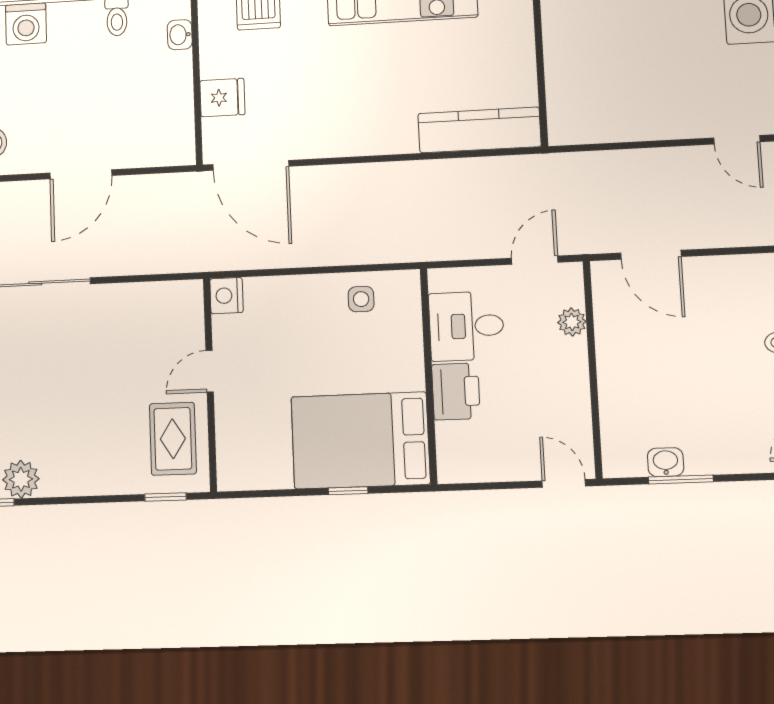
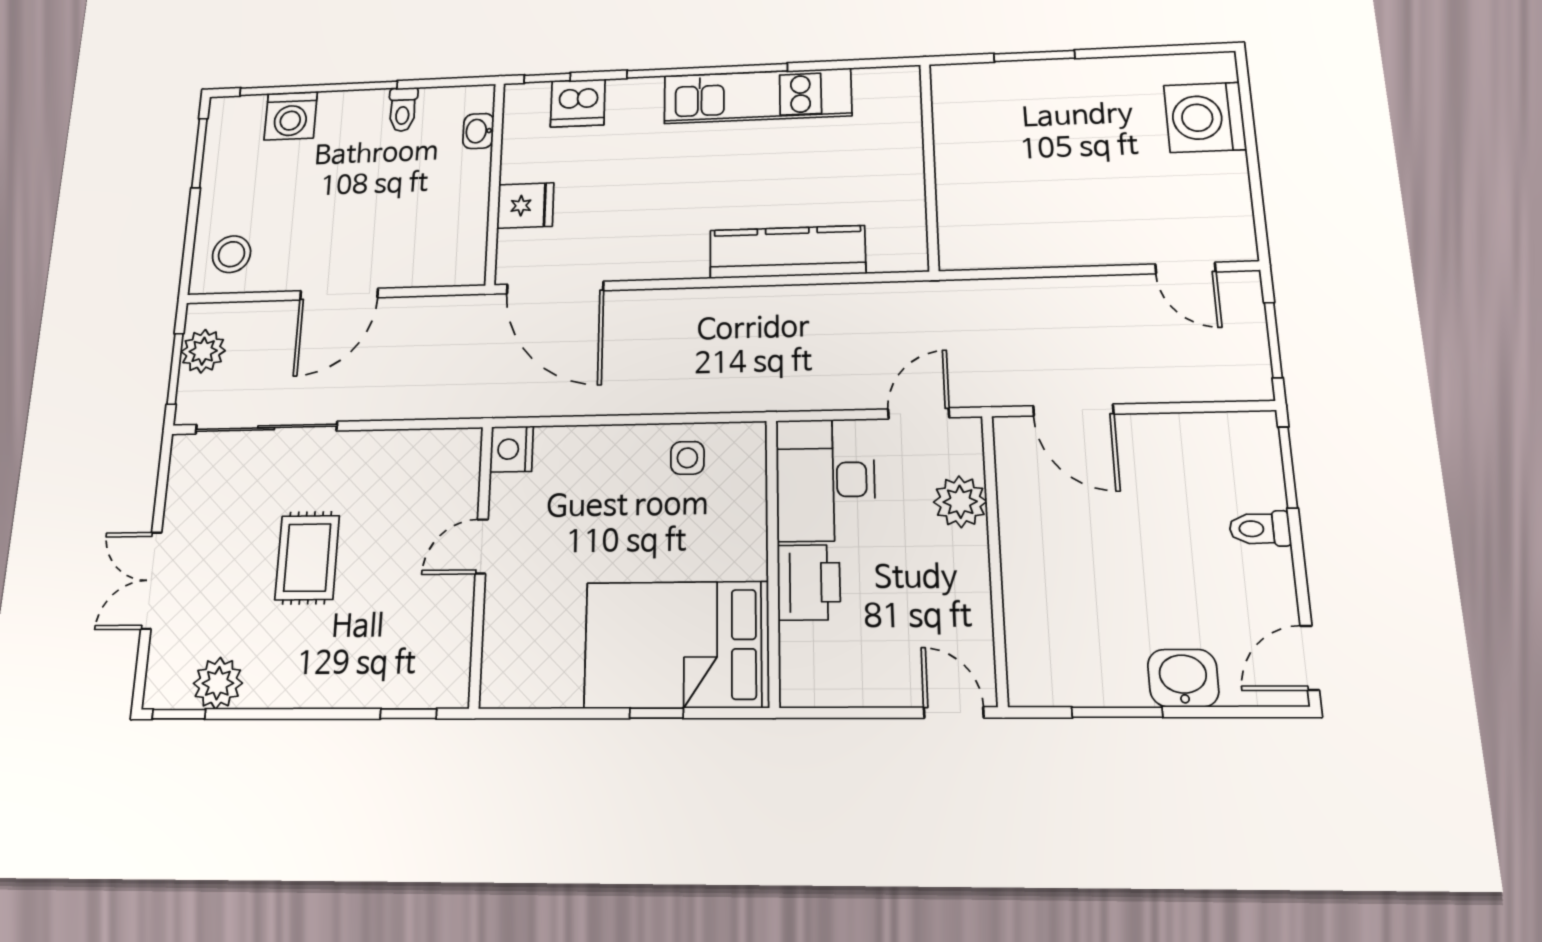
kitchen counter: (479, 130) -> (787, 252), moved
plant: (572, 322) -> (960, 502), width x1.38, depth x1.38
desk: (466, 326) -> (825, 480), width x1.37
rug: (173, 439) -> (307, 558), moved
washbasin: (666, 462) -> (1183, 678), moved, width x1.38, depth x1.45

